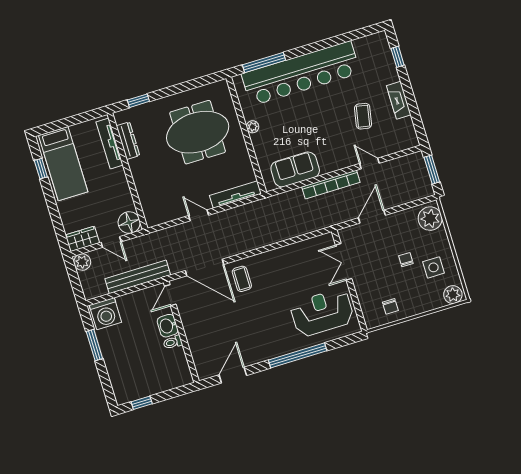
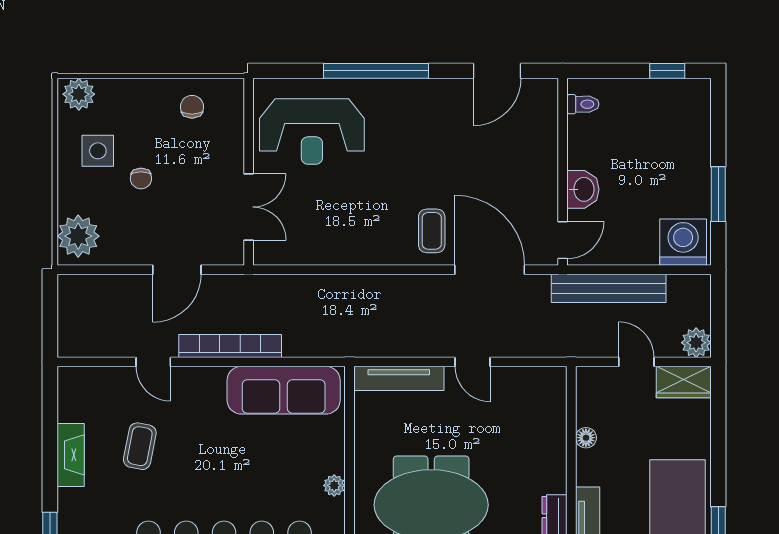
sofa: (295, 169) -> (284, 390), width x1.36
window: (432, 170) -> (50, 319), removed
floor lamp: (129, 223) -> (586, 438), moved, width x0.53, depth x0.53
toilet: (173, 342) -> (583, 104), moved

